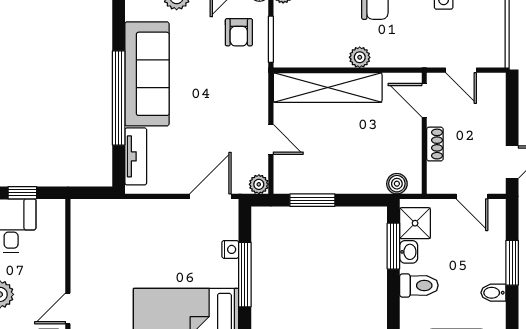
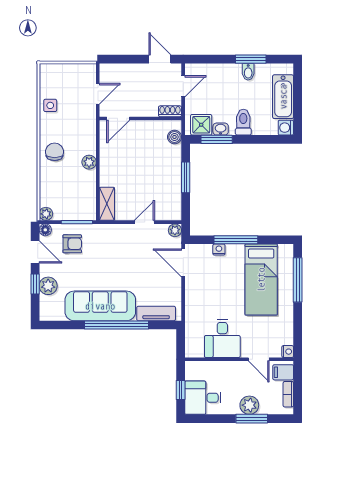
shelving: (328, 87) -> (107, 204), width x0.45, depth x0.75
shoe rack: (435, 144) -> (170, 111), moved
window: (312, 200) -> (186, 177), moved
desk: (99, 254) -> (222, 338), added
window: (512, 263) -> (251, 59), moved

